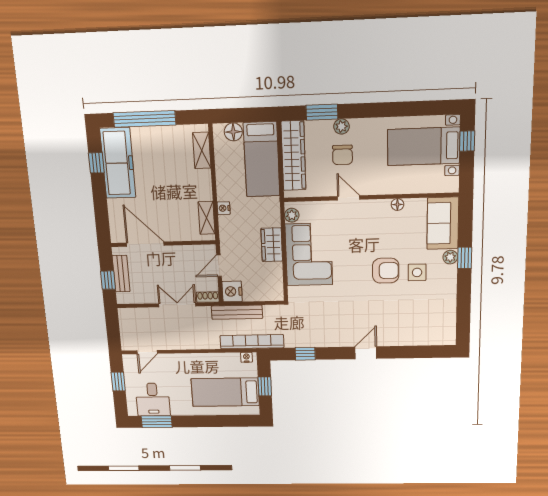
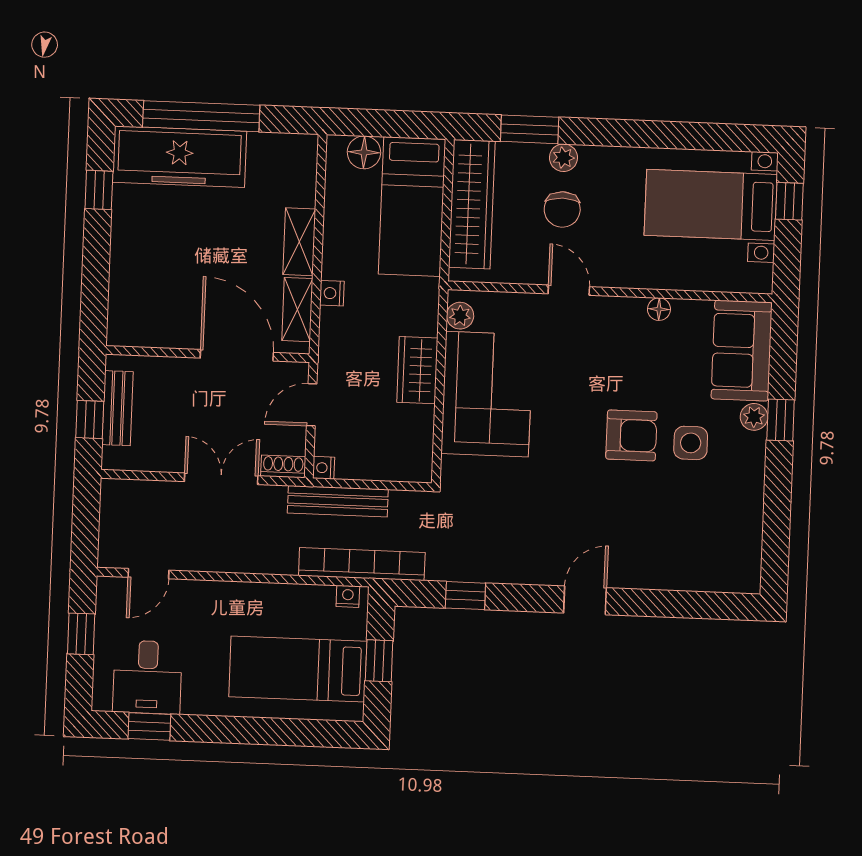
shelving: (202, 150) -> (299, 242), moved
freezer: (118, 163) -> (179, 157), moved, turned 90
door: (145, 244) -> (237, 355), moved
nightstand: (232, 291) -> (324, 468), width x0.53, depth x0.56
window: (157, 422) -> (149, 727), width x0.67

